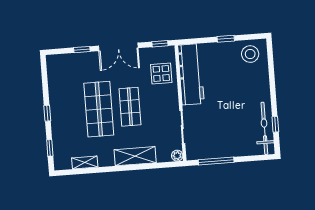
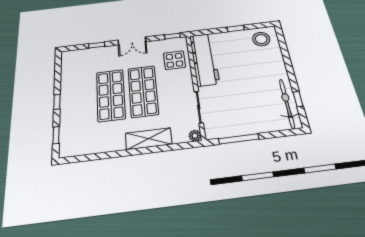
double door: (118, 47) -> (132, 41), width x0.73
shop shelf: (130, 107) -> (143, 91), width x1.43, depth x1.36
shelving: (85, 162) -> (93, 148), removed

